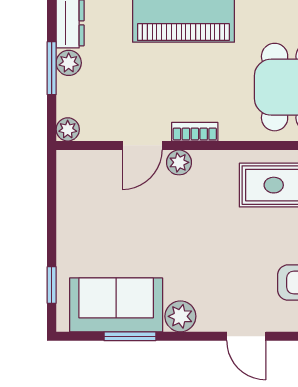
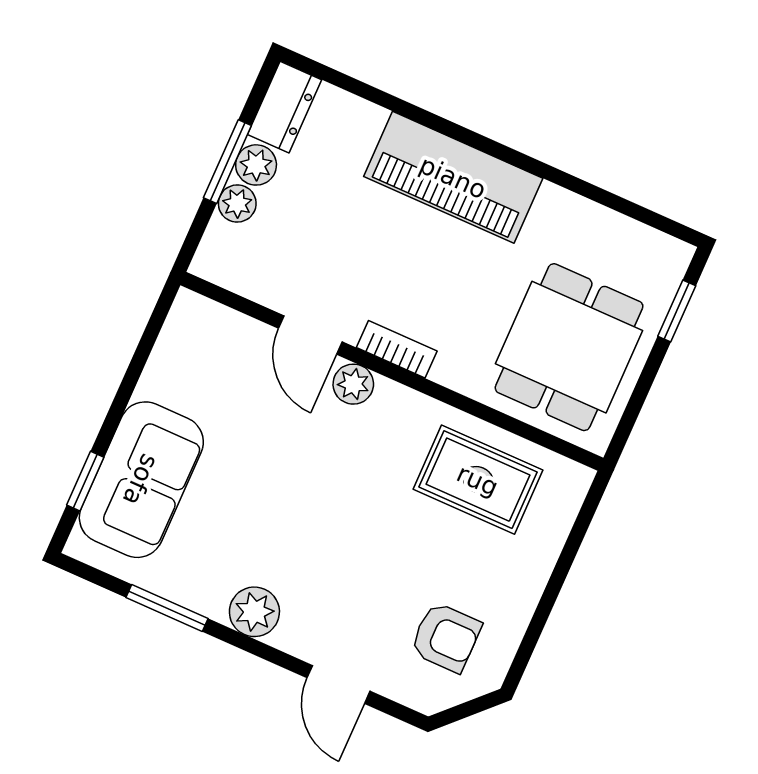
plant: (68, 129) -> (237, 204), moved
door: (142, 145) -> (310, 335), hinge flipped
sofa: (116, 305) -> (141, 480), moved, turned 90

